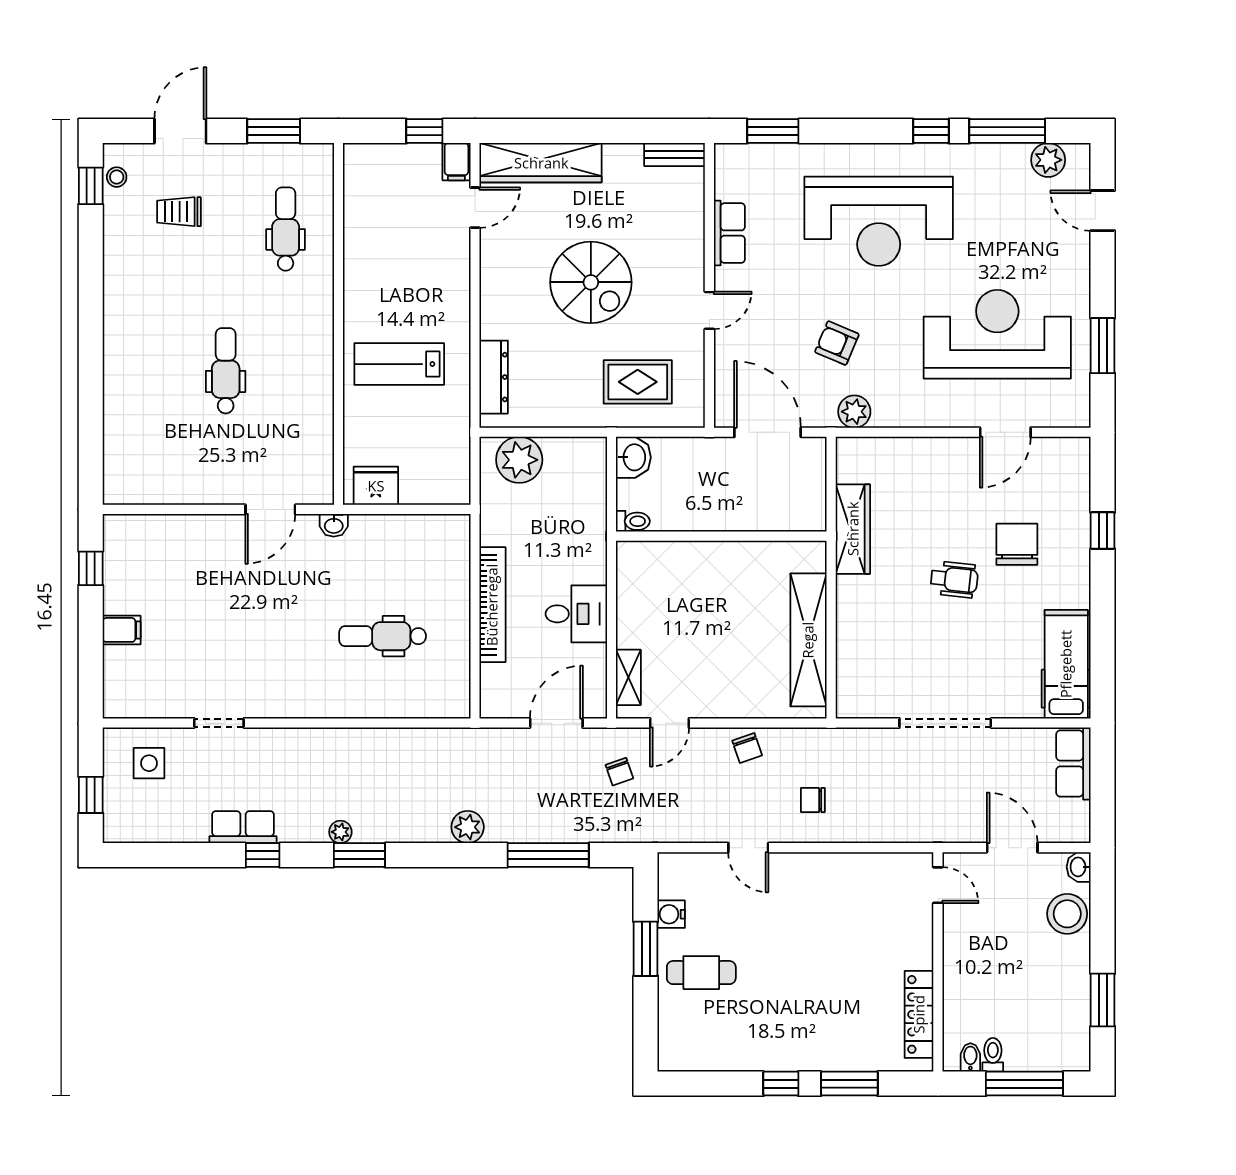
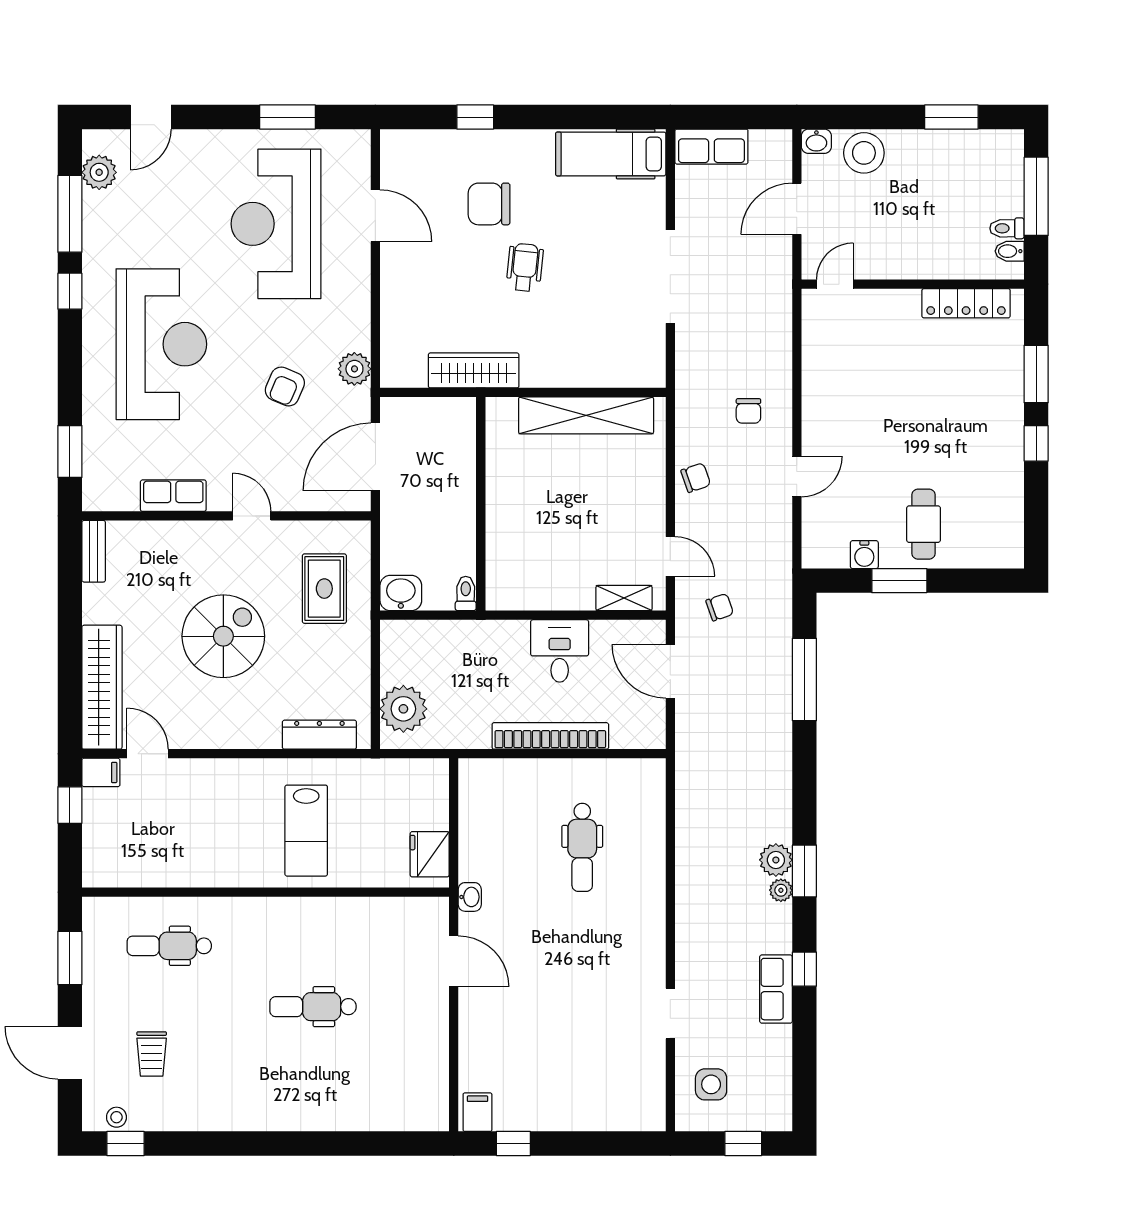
filing cabinet: (122, 630) -> (477, 1112), moved
plant: (468, 827) -> (776, 860), moved

